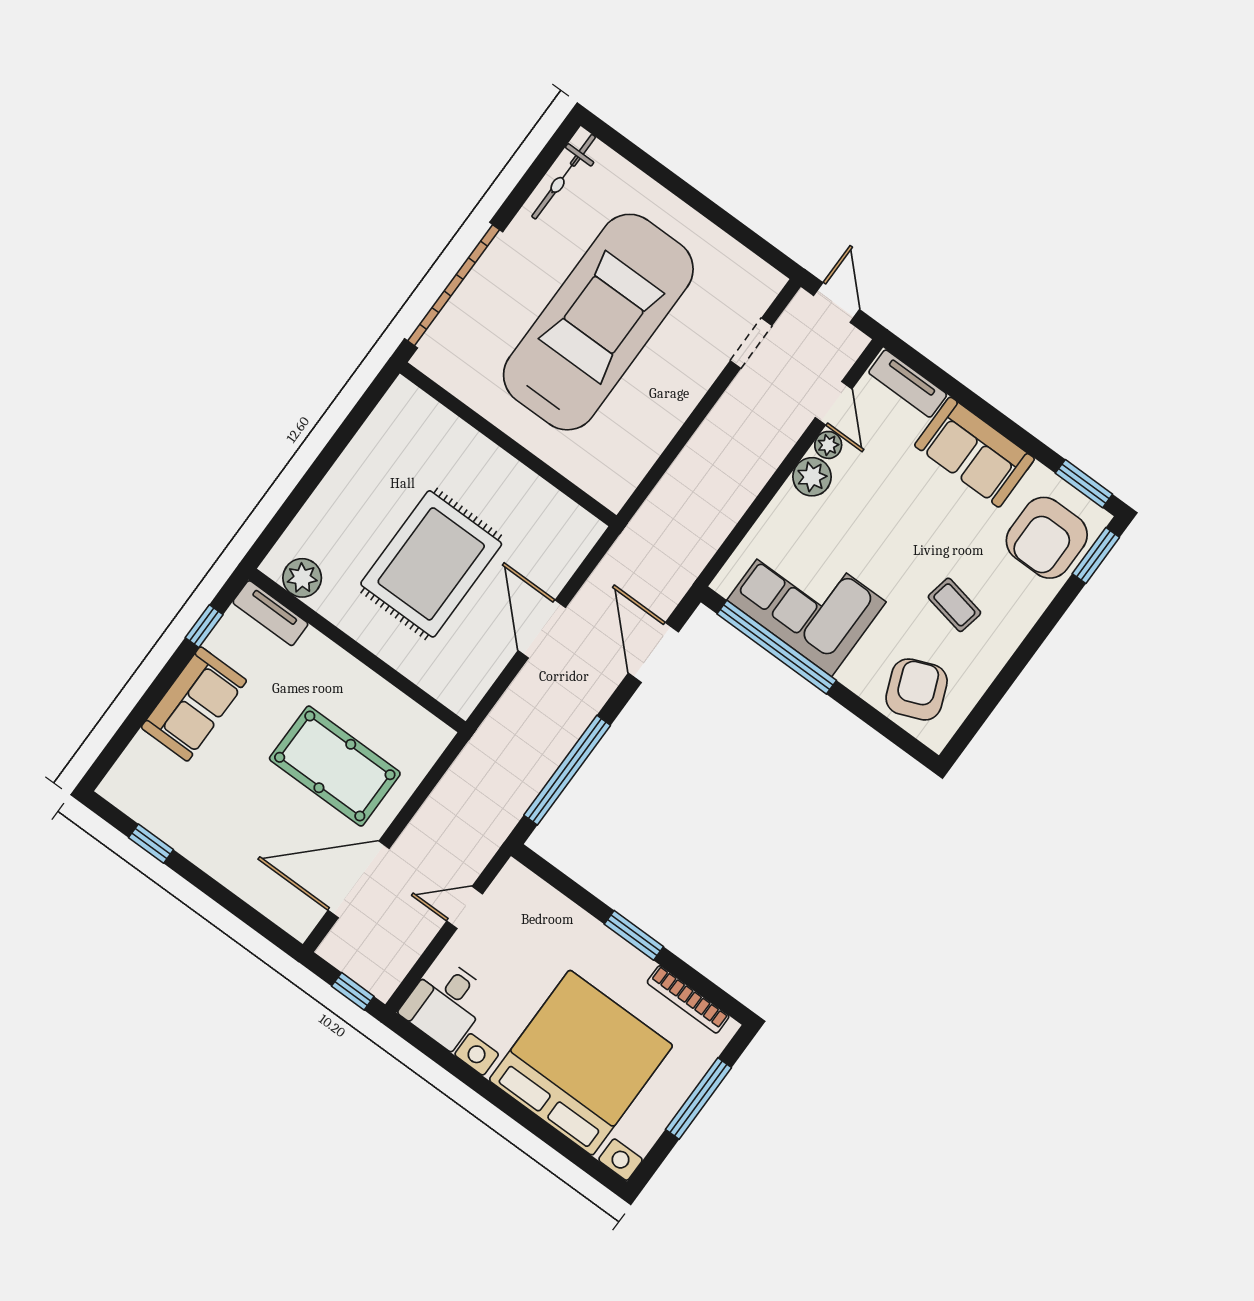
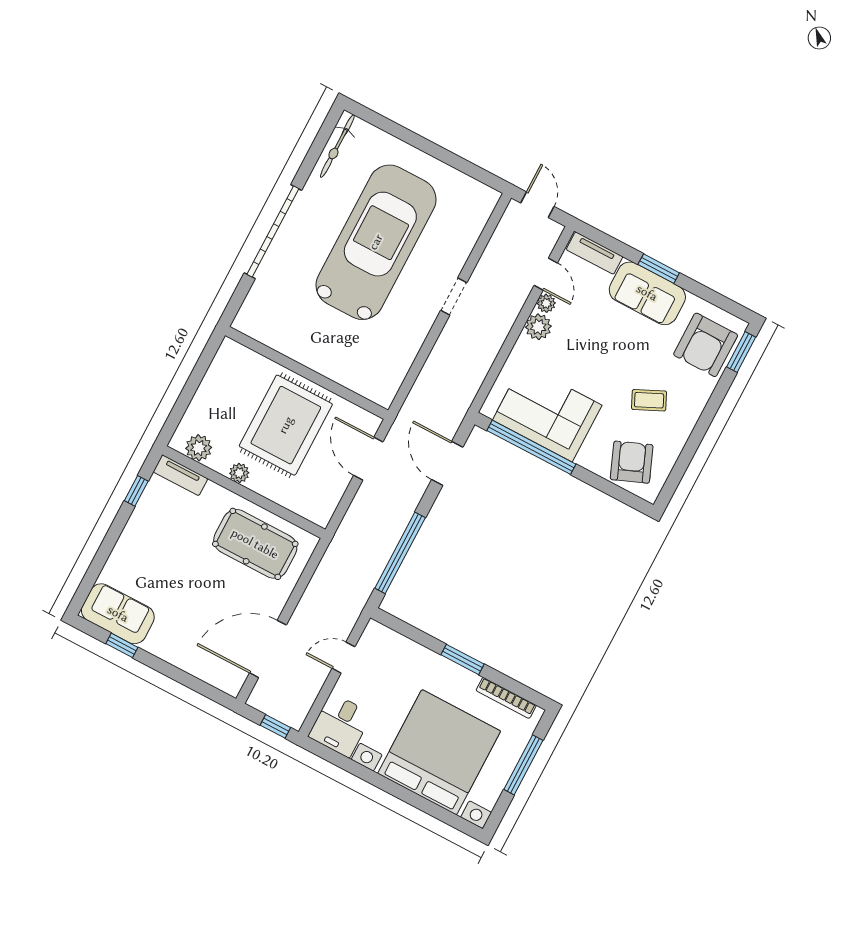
doorway: (751, 343) -> (454, 297), moved
wall: (508, 444) -> (307, 373), moved
window: (1084, 484) -> (659, 269), moved
coffee table: (954, 605) -> (649, 400), turned -36
plant: (355, 622) -> (239, 473), added
sofa: (194, 704) -> (118, 614), moved, turned -90
pool table: (335, 766) -> (255, 544), moved

